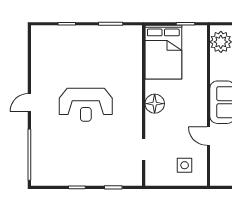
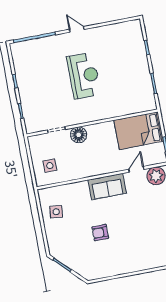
floor lamp: (155, 104) -> (79, 135), moved
reception desk: (86, 105) -> (84, 76), turned 180
door: (209, 136) -> (136, 169), moved

